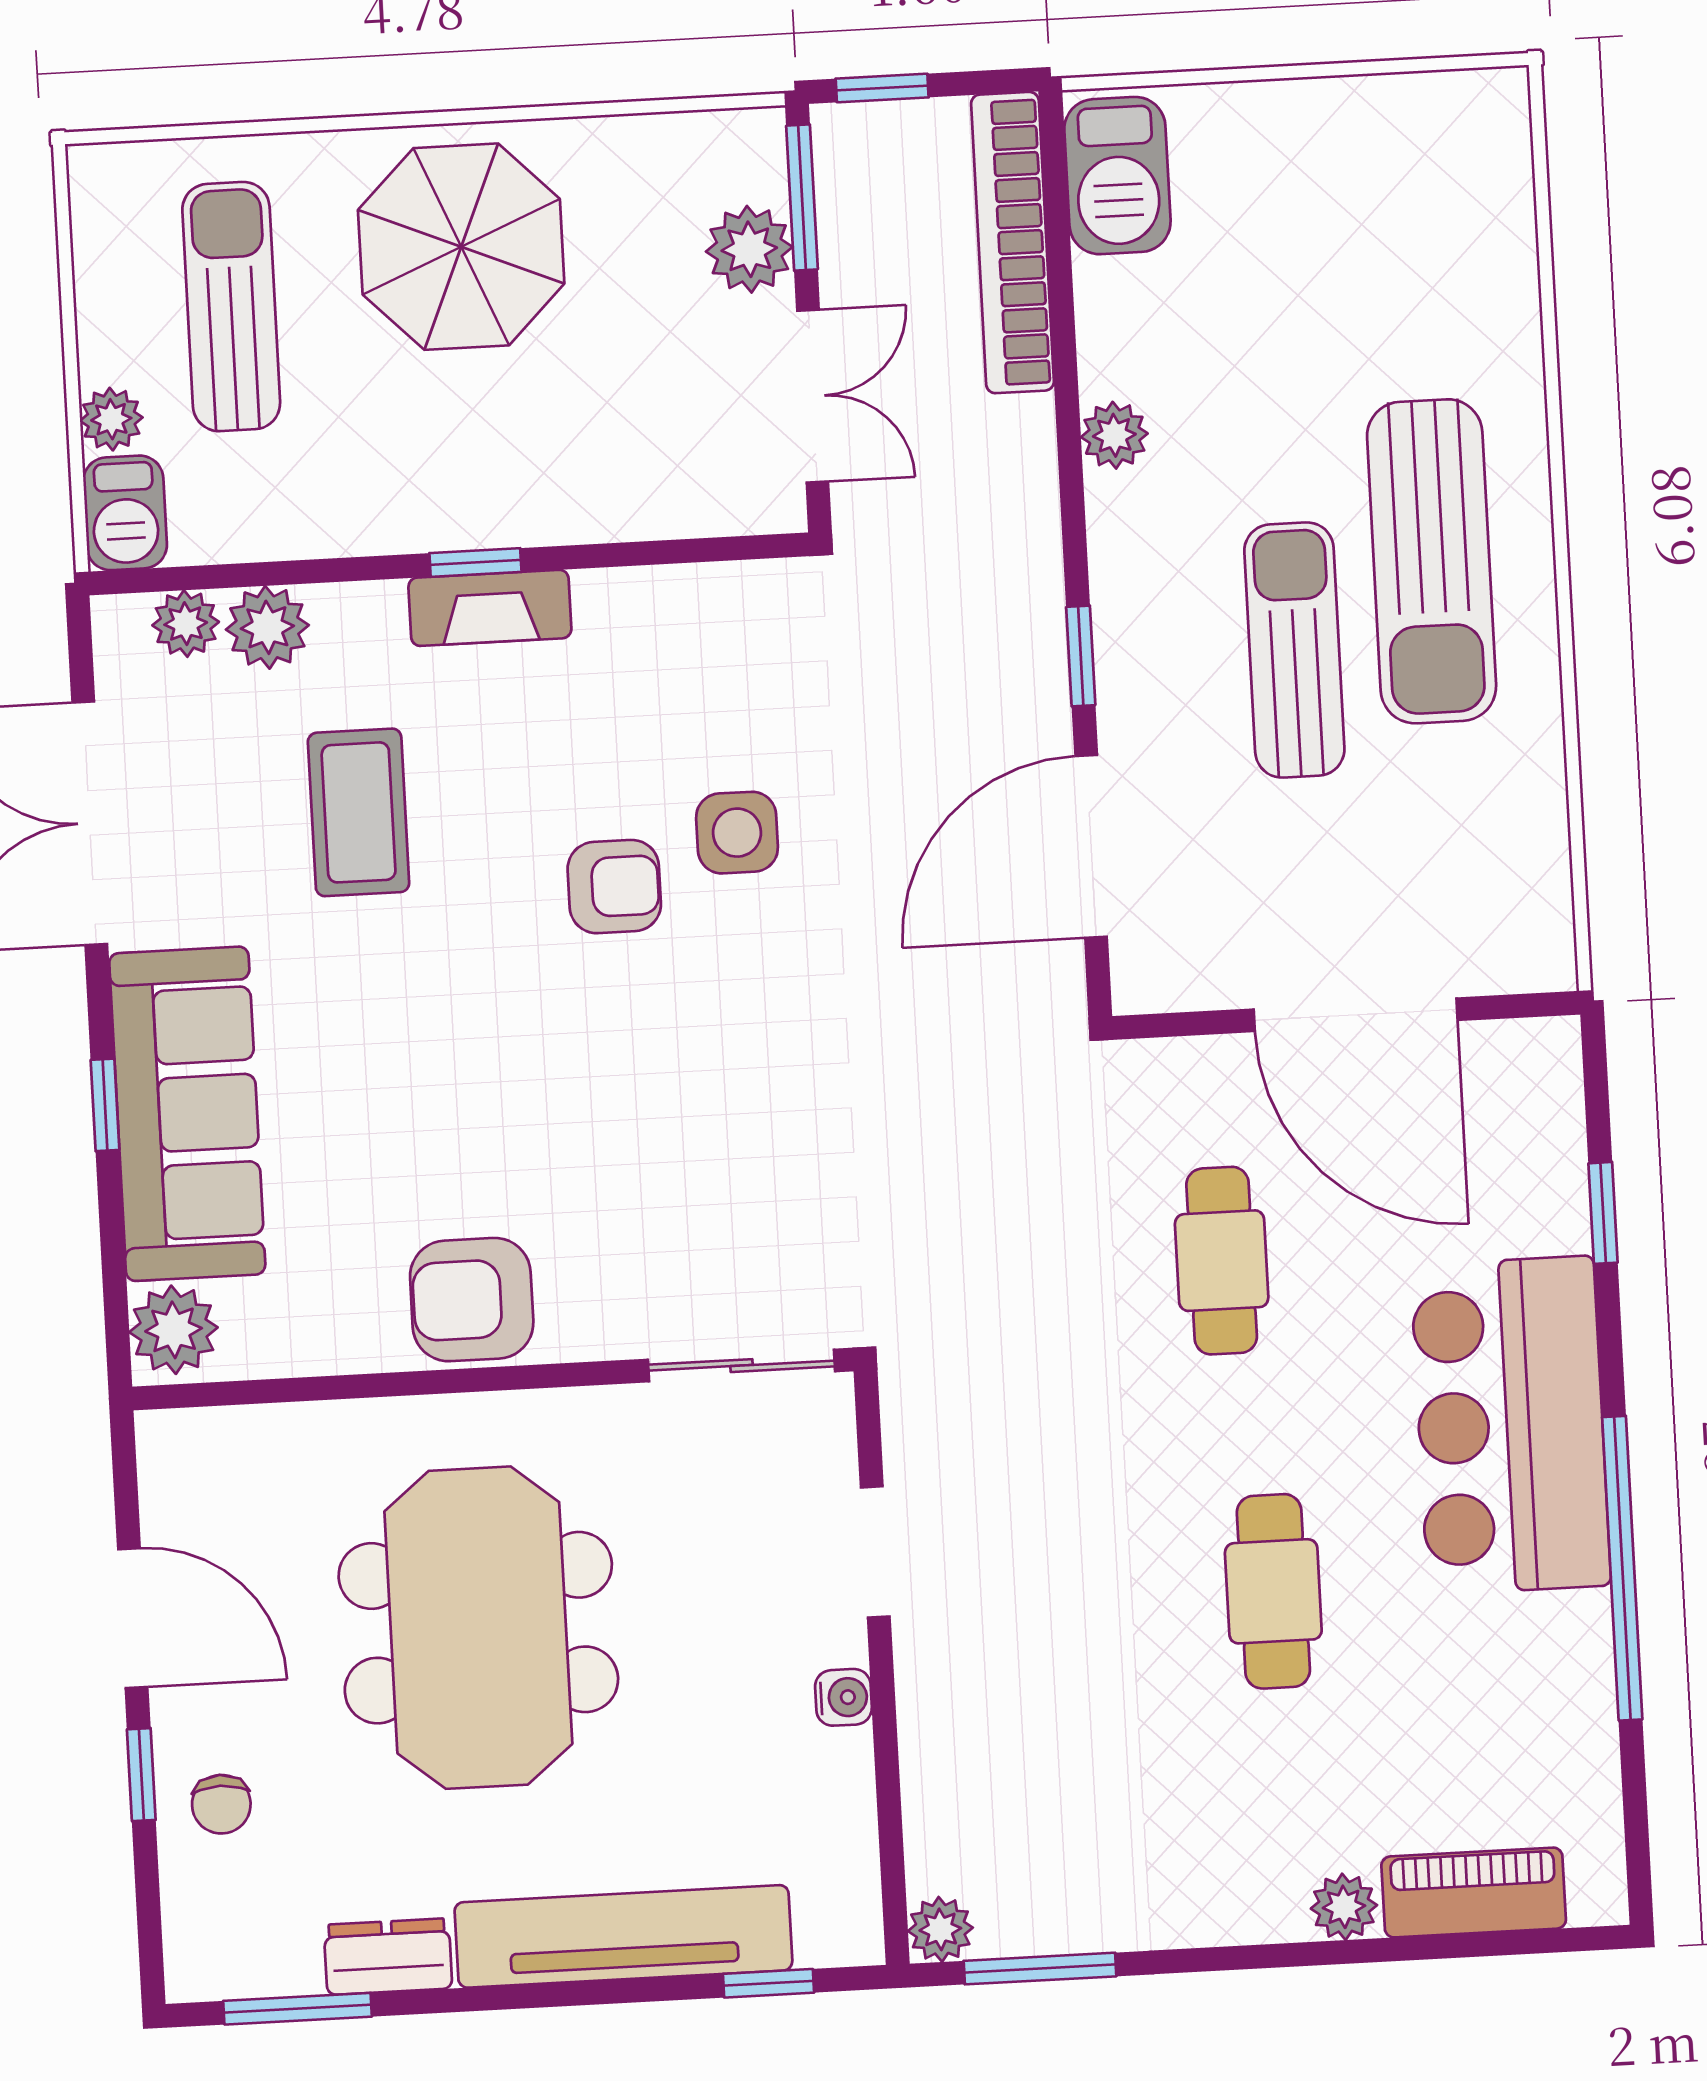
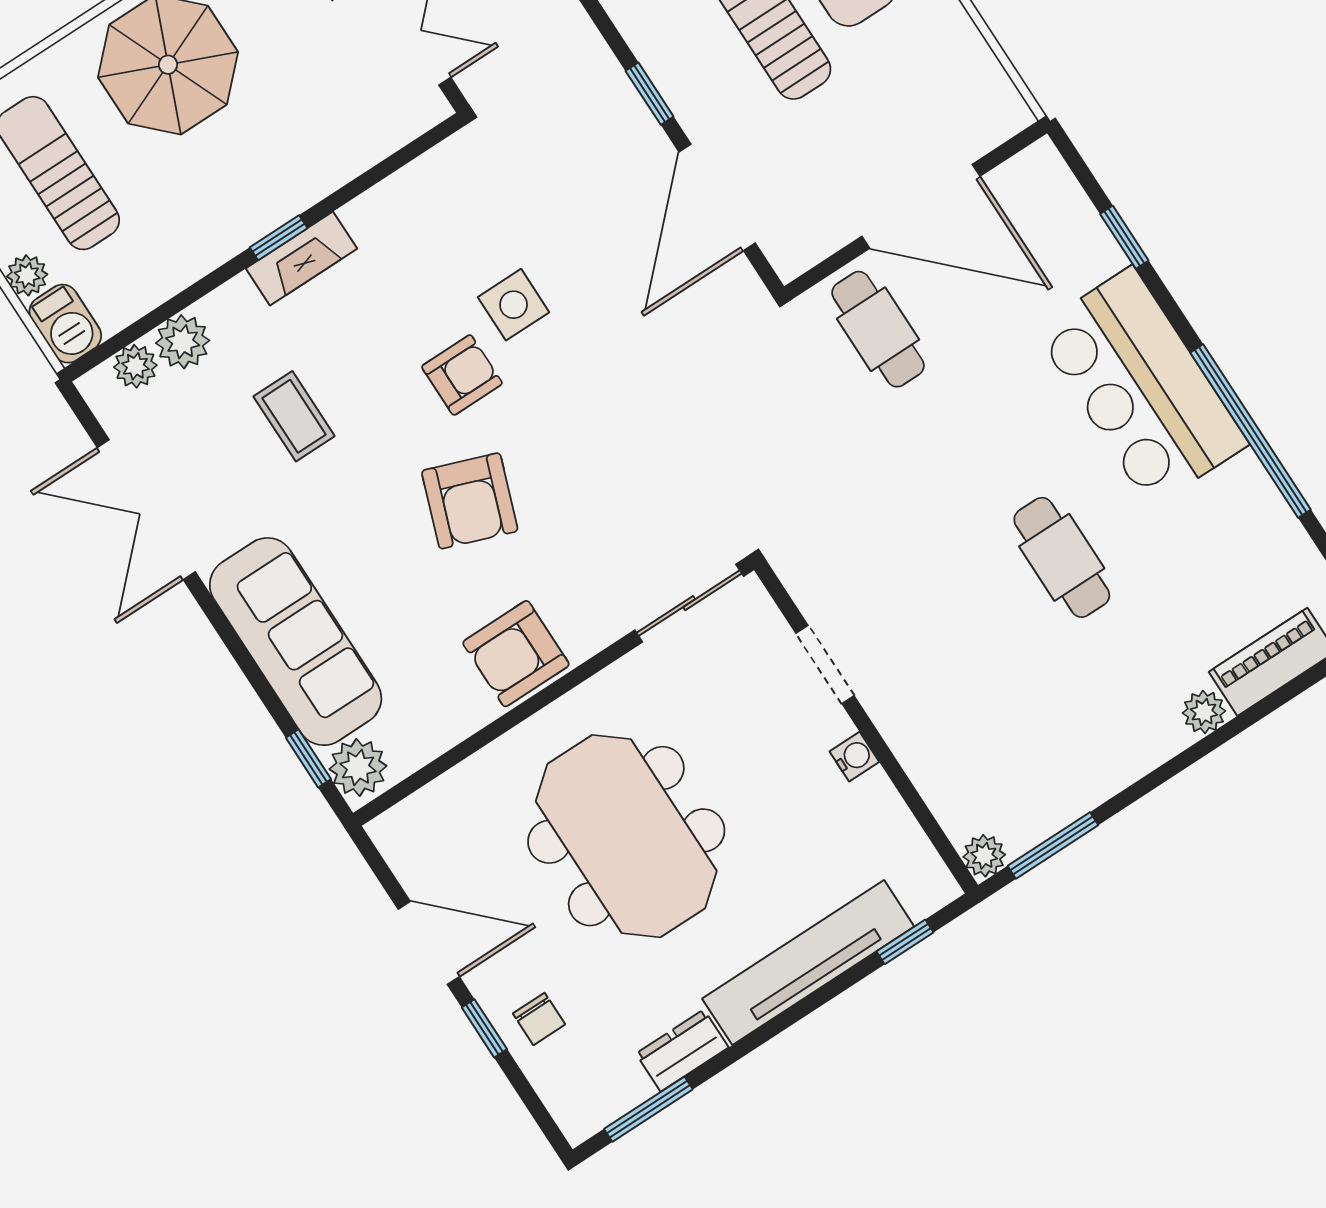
coffee table: (359, 812) -> (294, 416), width x0.73, depth x0.77
armchair: (528, 1060) -> (470, 501), added
window: (105, 1105) -> (308, 758), moved
cafe table: (1222, 1261) -> (878, 329), moved

